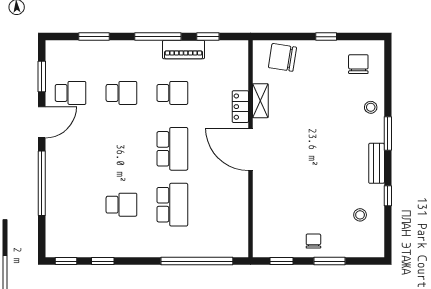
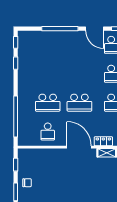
door: (251, 149) -> (79, 147), hinge flipped
school desk: (121, 205) -> (48, 132), moved

